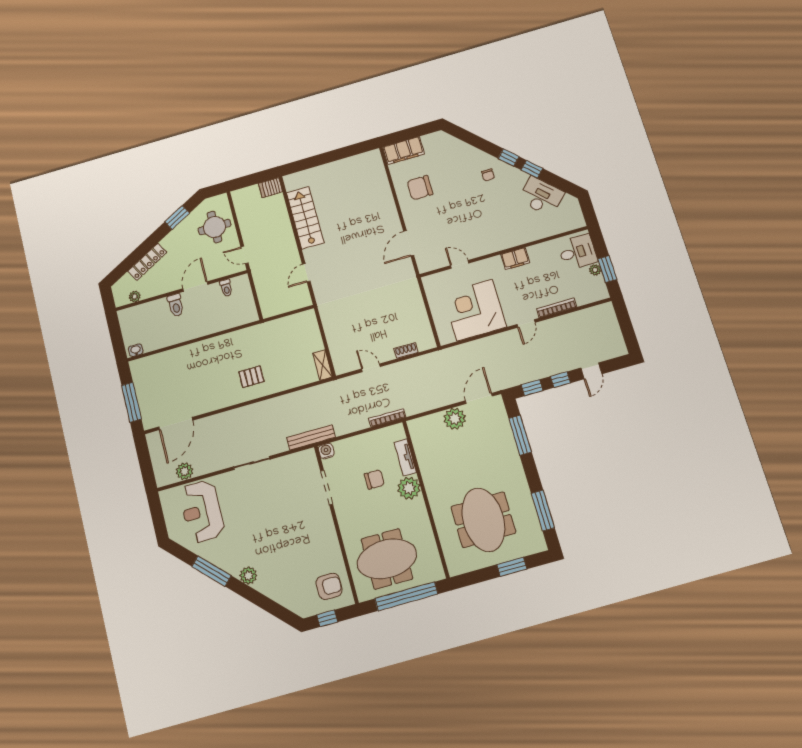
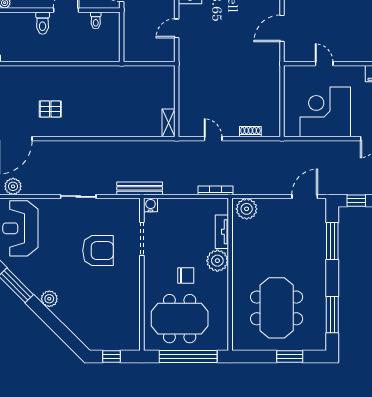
pallet: (251, 377) -> (50, 109), moved
plant: (455, 419) -> (247, 209), moved
chair: (374, 479) -> (186, 276), moved
armchair: (329, 586) -> (98, 251), moved, width x1.36, depth x1.36

